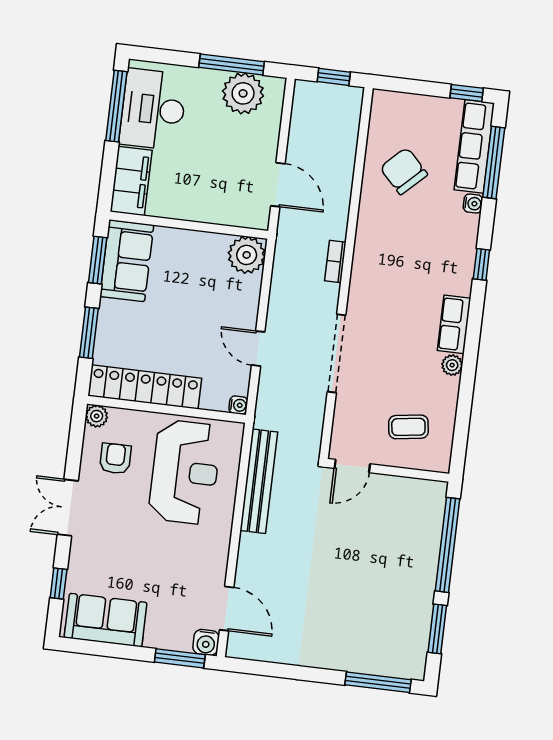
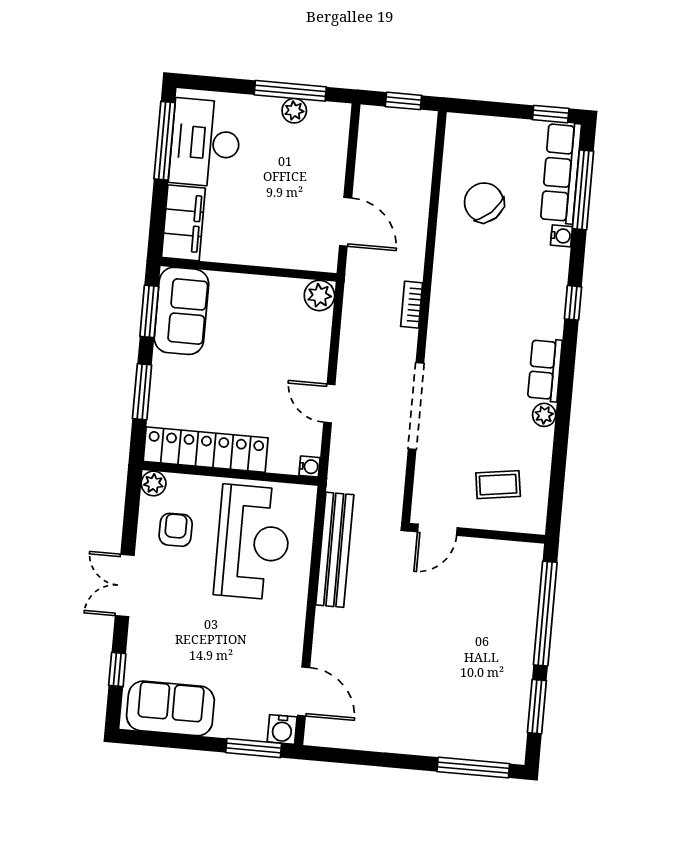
plant: (243, 93) -> (294, 111), width x0.53, depth x0.53
plant: (247, 255) -> (319, 295), width x0.73, depth x0.73

